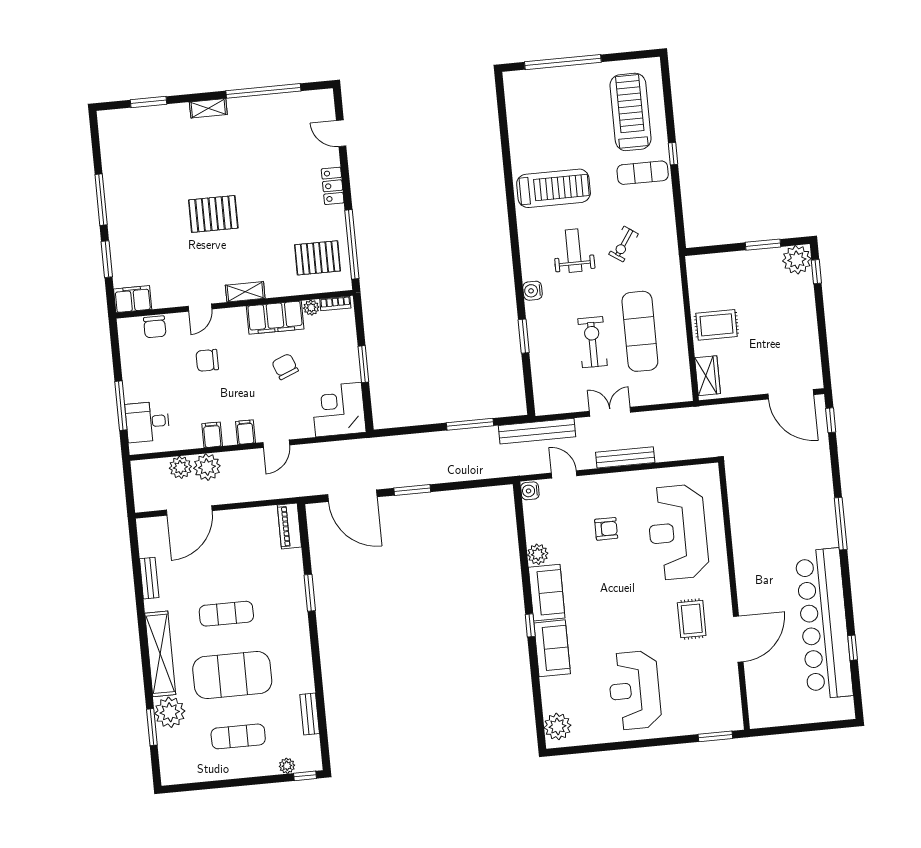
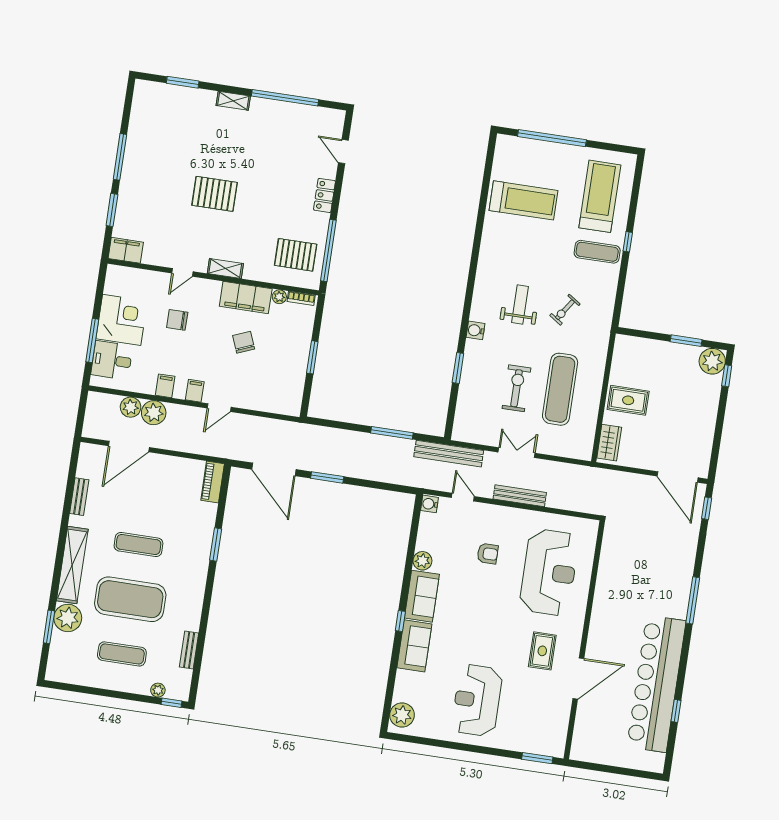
treadmill: (554, 188) -> (523, 200), moved
chair: (155, 327) -> (139, 279), removed
corner desk: (339, 410) -> (122, 320), moved, turned 90
reception desk: (678, 532) -> (549, 572), turned 180

